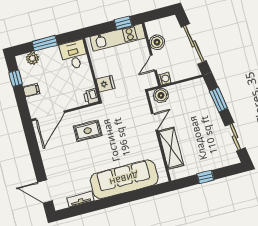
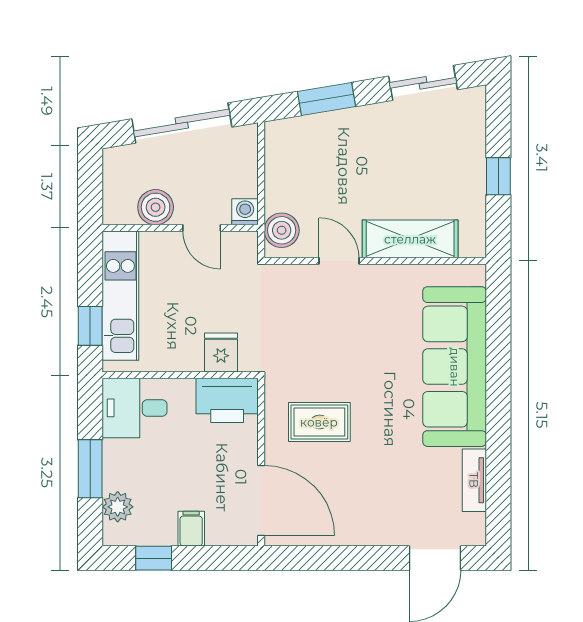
window: (123, 23) -> (90, 326), moved
printer: (91, 96) -> (227, 400), width x1.87, depth x1.48
rug: (88, 131) -> (319, 422), turned 90

